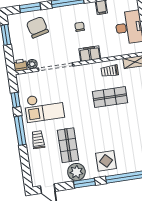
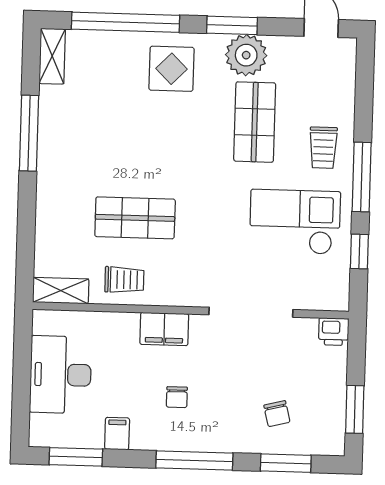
chair: (37, 27) -> (277, 414), width x0.54, depth x0.54
plant: (32, 64) -> (305, 329), removed

